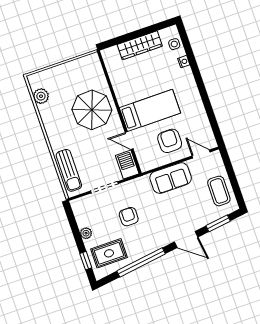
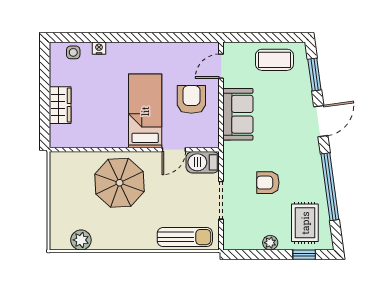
wardrobe: (140, 45) -> (60, 105), width x0.67
armchair: (170, 141) -> (191, 99), turned 90

